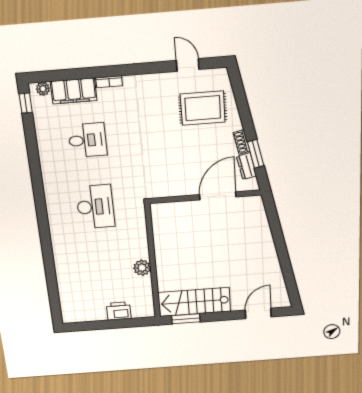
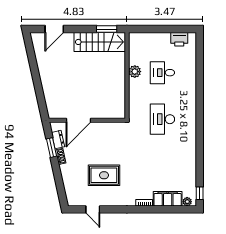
rug: (203, 108) -> (104, 175), moved
desk: (87, 140) -> (162, 73), moved
printer: (119, 311) -> (179, 39), moved

